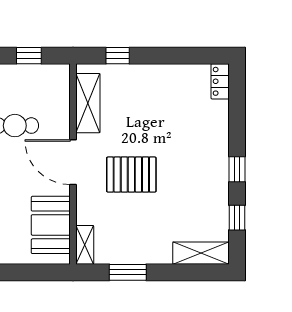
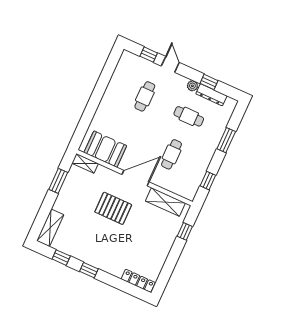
locker: (220, 81) -> (138, 281), width x1.53
pallet: (131, 175) -> (113, 208), turned 90

